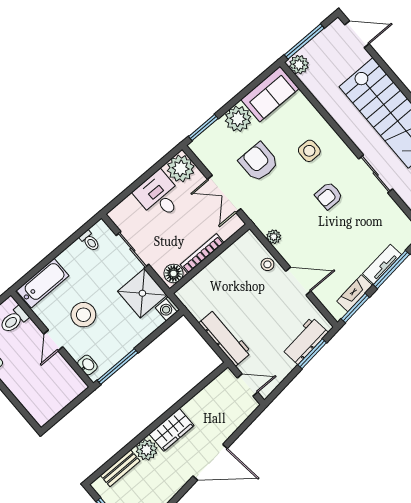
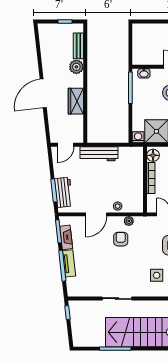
armchair: (329, 196) -> (121, 239), moved
wardrobe: (172, 430) -> (76, 101), moved

